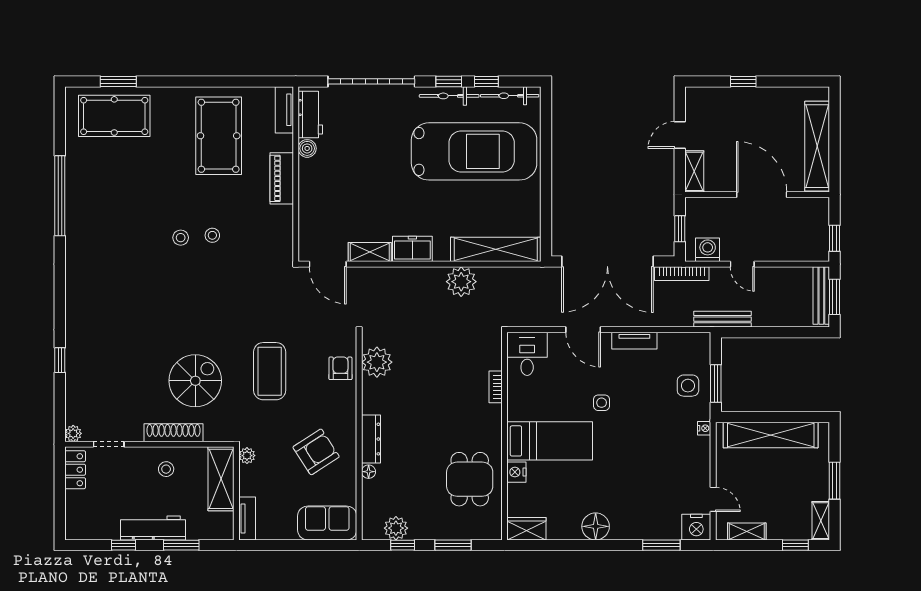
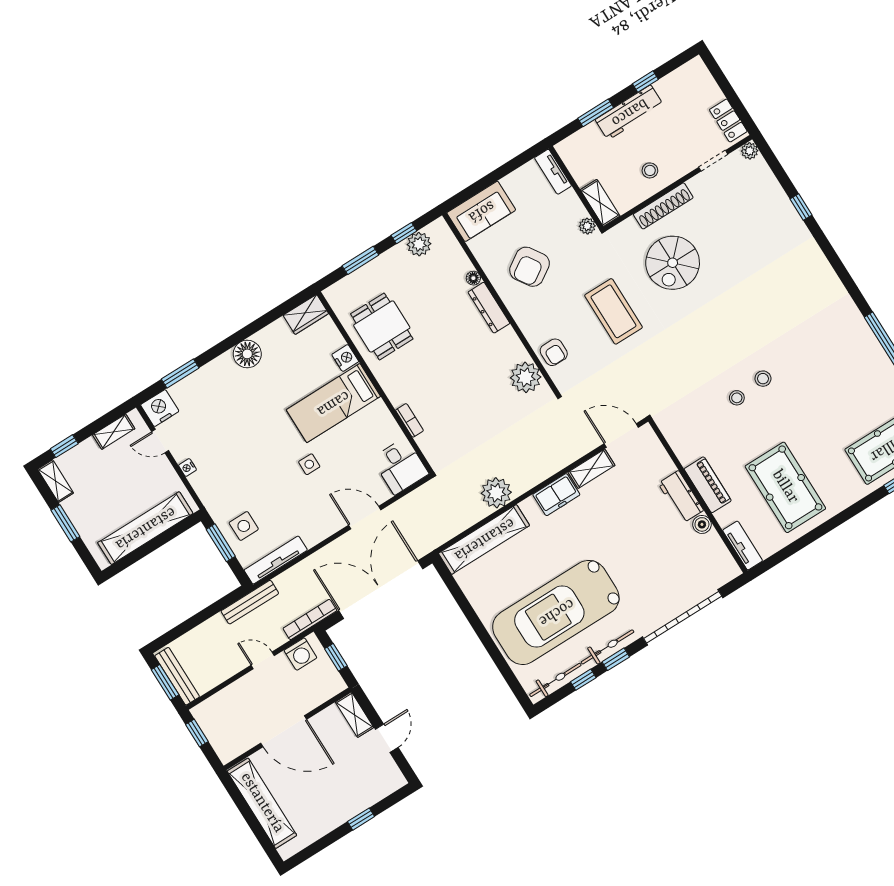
workbench: (310, 115) -> (681, 497), moved
tv unit: (634, 341) -> (276, 560), moved, width x1.41
nightstand: (704, 428) -> (188, 468), moved
shelving: (221, 479) -> (600, 203), width x0.67, depth x0.75

